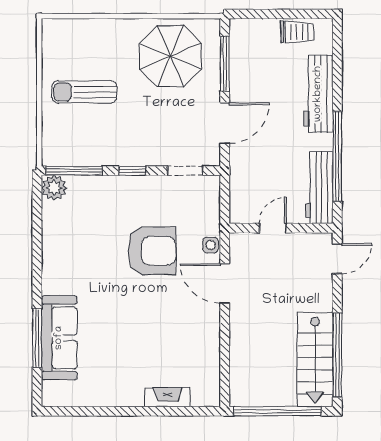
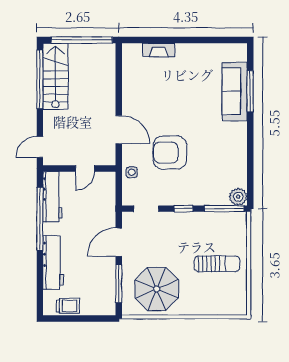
trolley: (297, 32) -> (68, 306), turned 180
side table: (211, 245) -> (132, 172), moved

